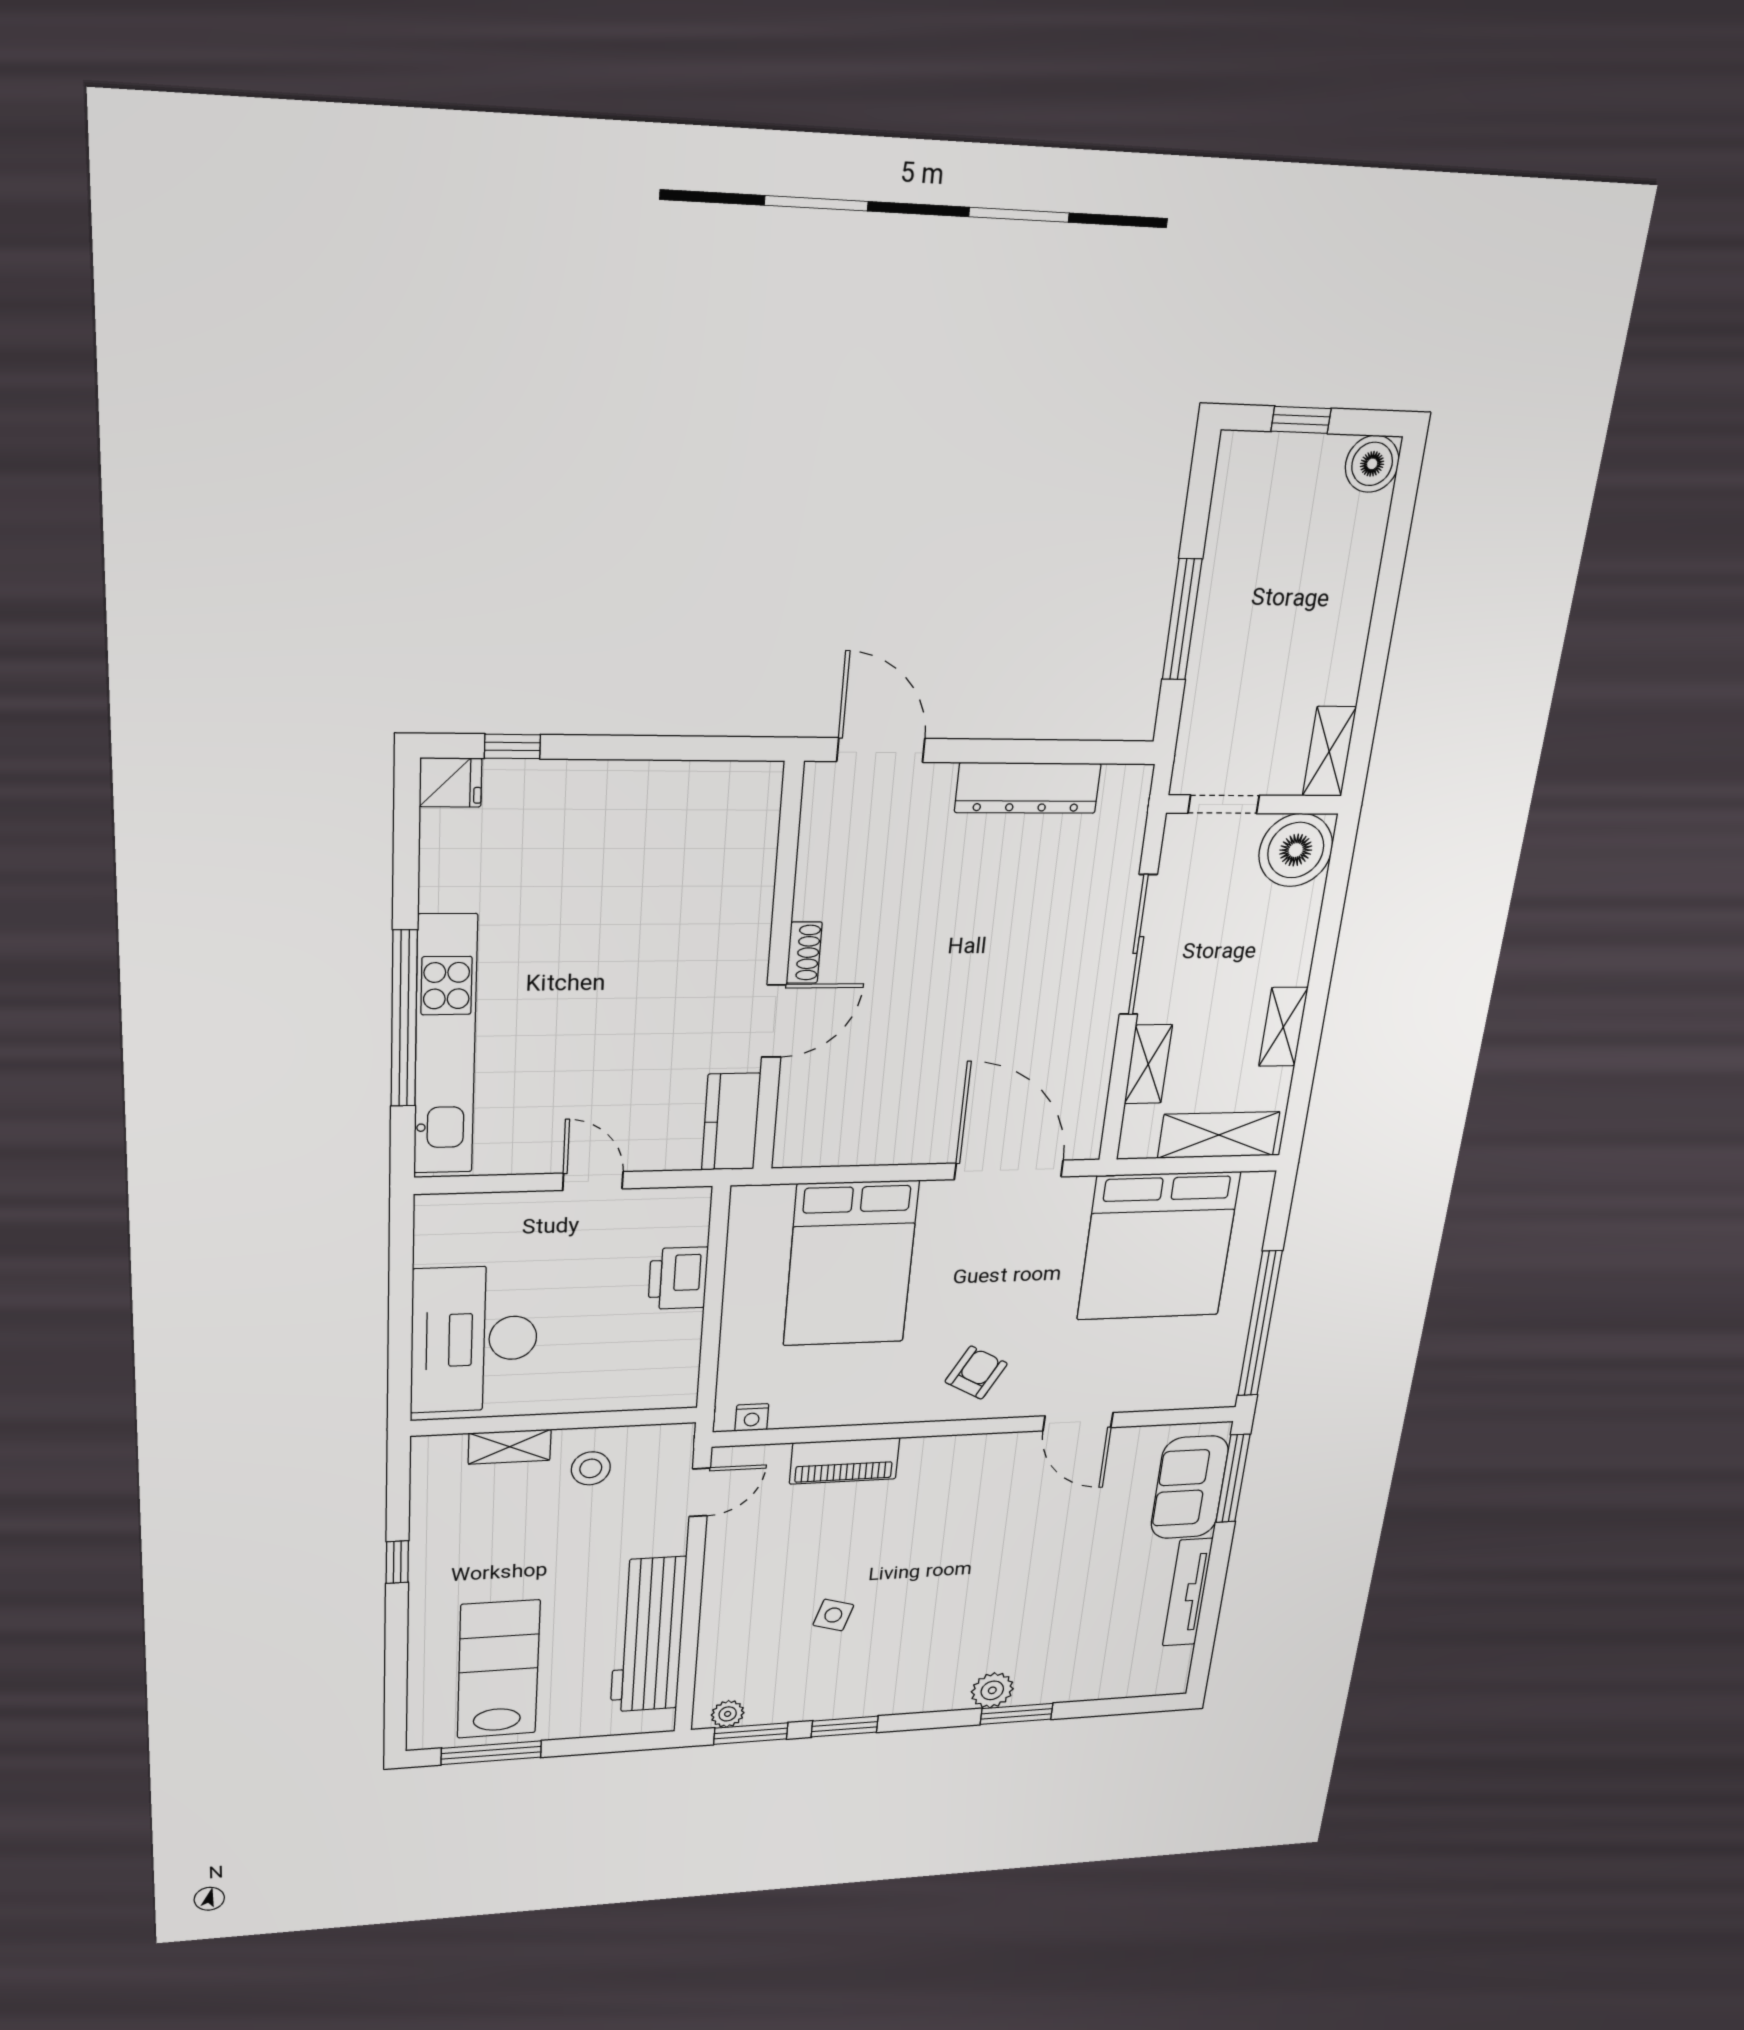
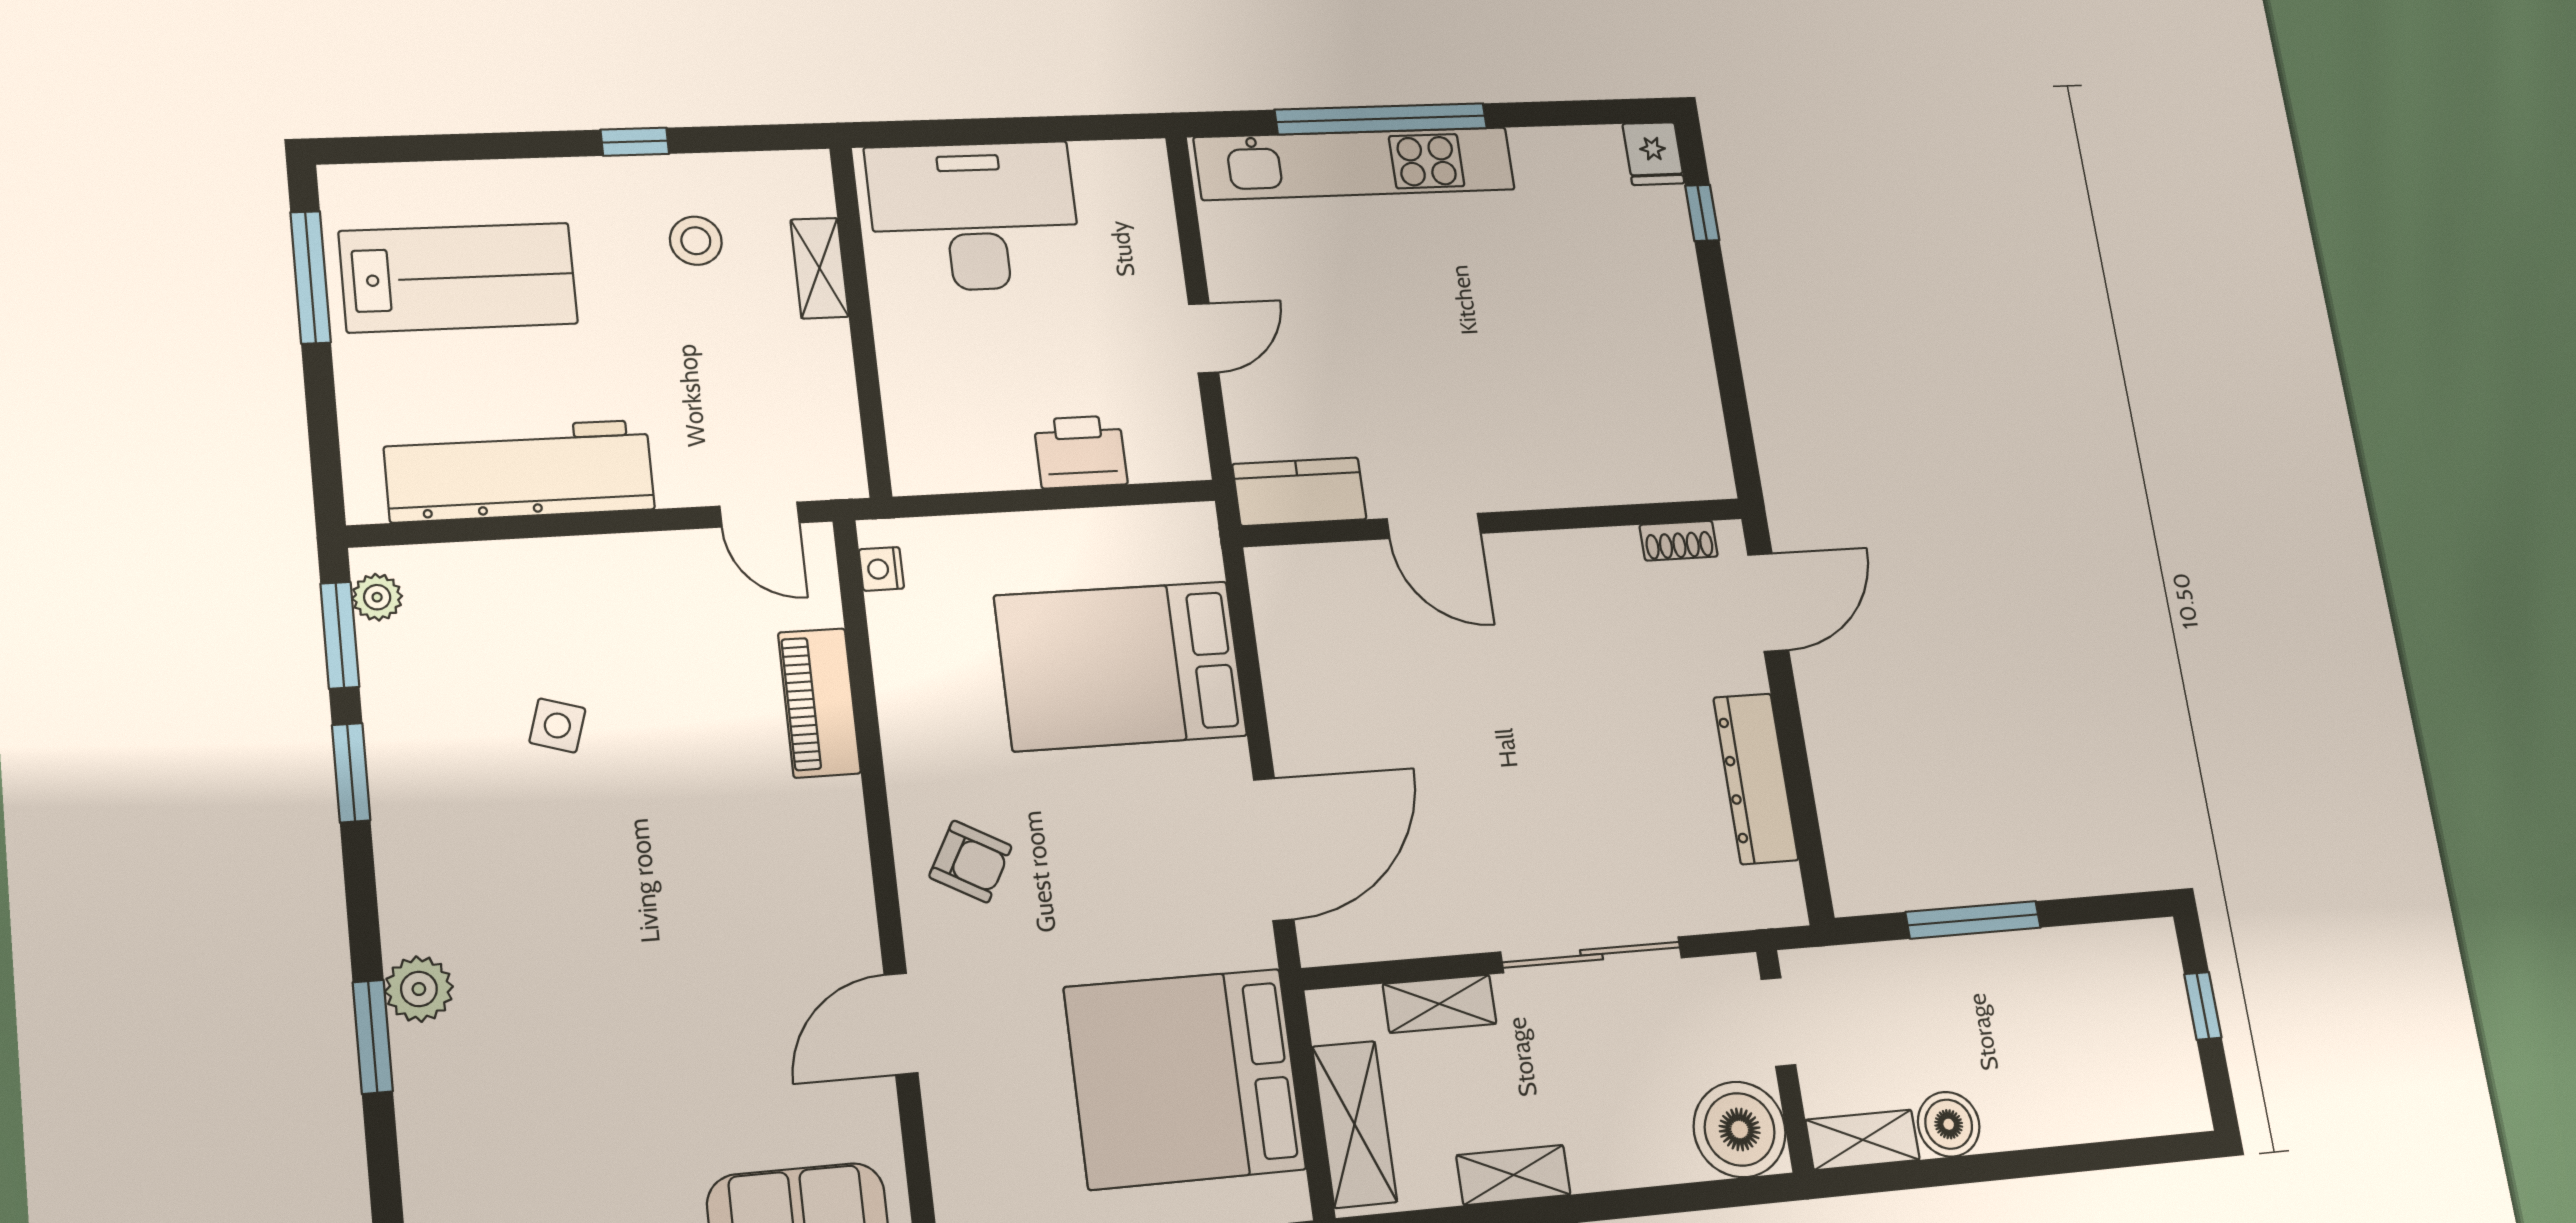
boiler: (1372, 464) -> (1949, 1124), moved
shoe rack: (804, 953) -> (1679, 541), moved
stool: (591, 1468) -> (696, 241), moved

